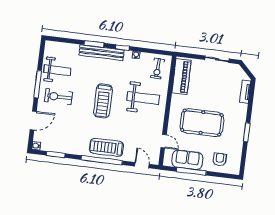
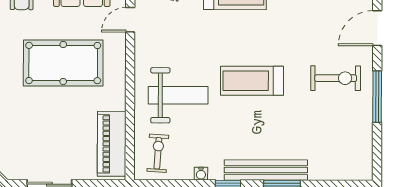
weight bench: (57, 70) -> (344, 127), removed
weight bench: (143, 98) -> (178, 95), turned 180
treadmill: (103, 101) -> (252, 81), turned -90
door: (164, 141) -> (130, 20), hinge flipped

